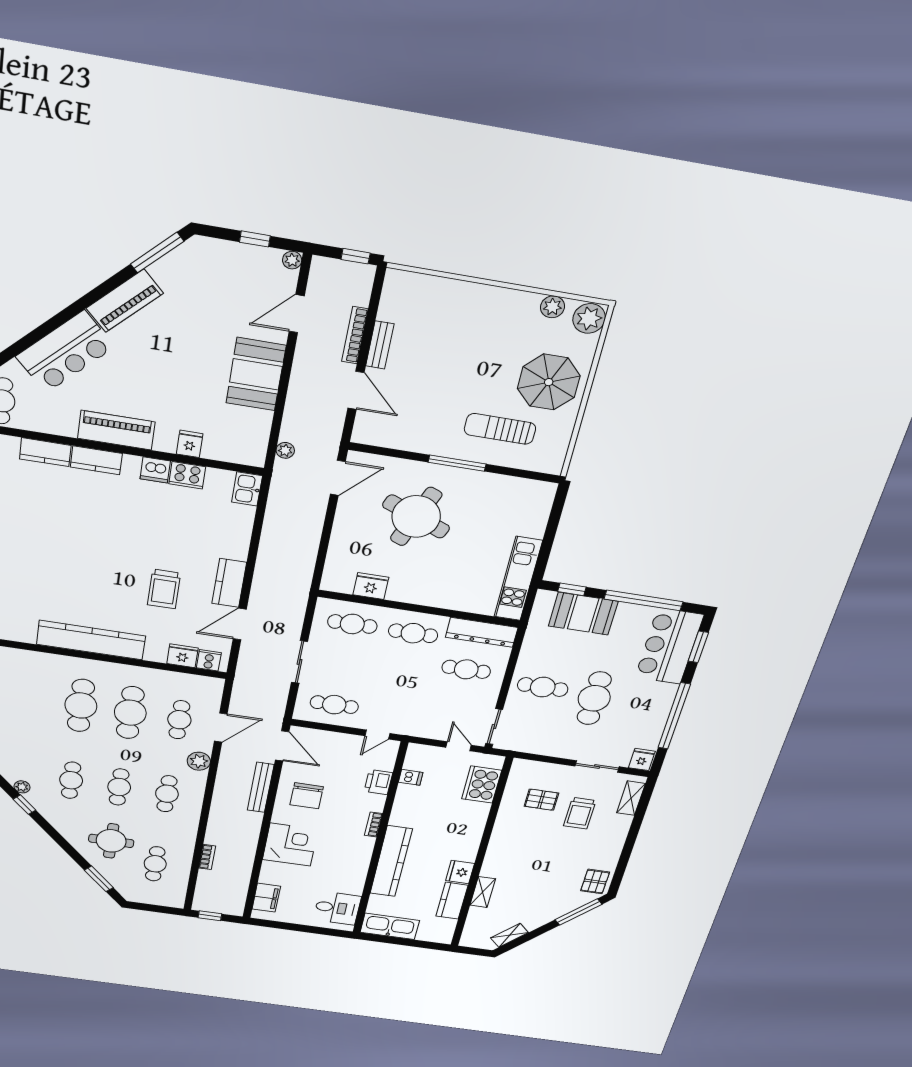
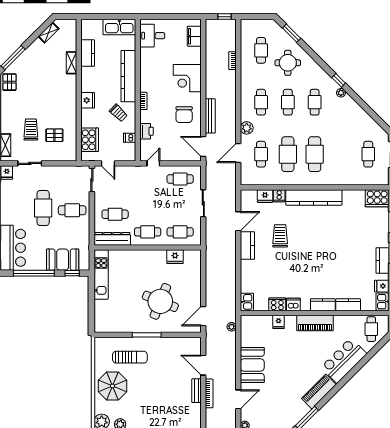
cooker: (209, 660) -> (279, 196), moved
chair: (307, 796) -> (184, 115), turned 180
trolley: (421, 814) -> (118, 113), added
fridge: (460, 872) -> (88, 100), moved

